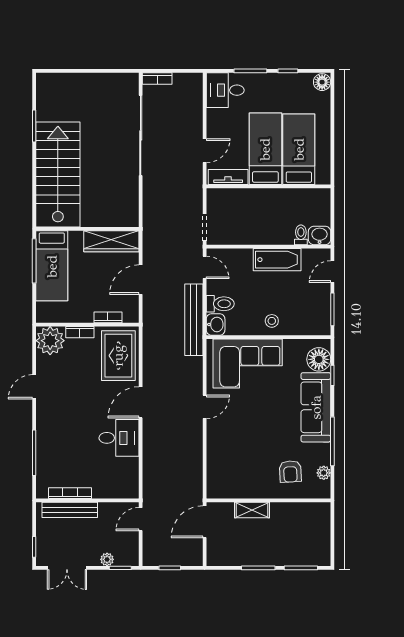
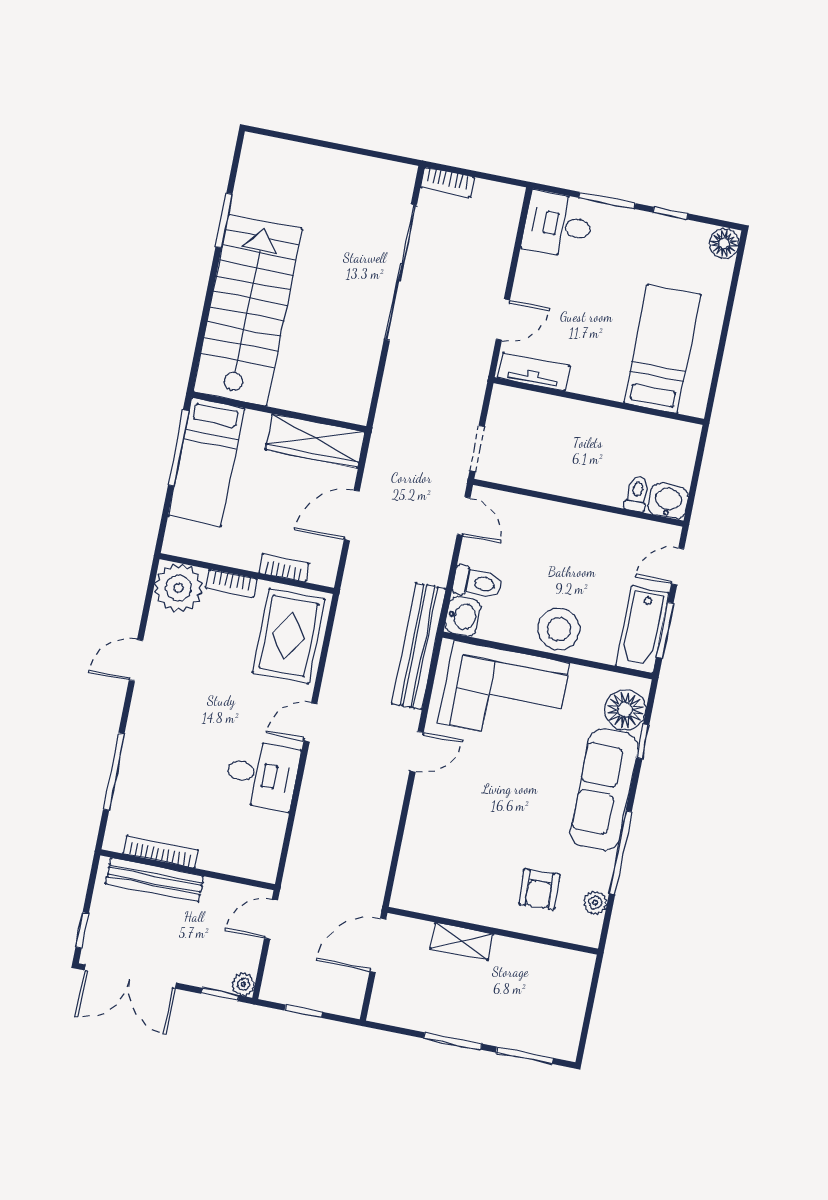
bed: (265, 149) -> (606, 337), removed
bathtub: (277, 260) -> (642, 629), moved, turned 90
bench: (194, 320) -> (419, 646), moved
stool: (272, 321) -> (559, 629), width x1.89, depth x1.89
door: (141, 402) -> (310, 722), width x0.73
plant: (107, 559) -> (243, 984), moved
double door: (67, 568) -> (130, 977), width x1.37

